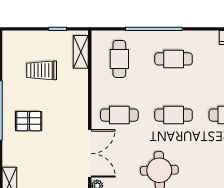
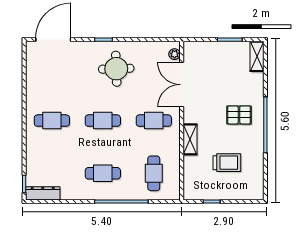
shelving: (81, 52) -> (190, 139), moved

